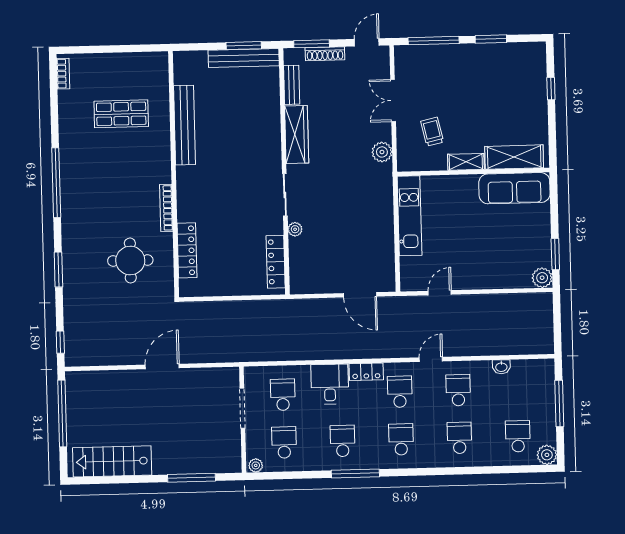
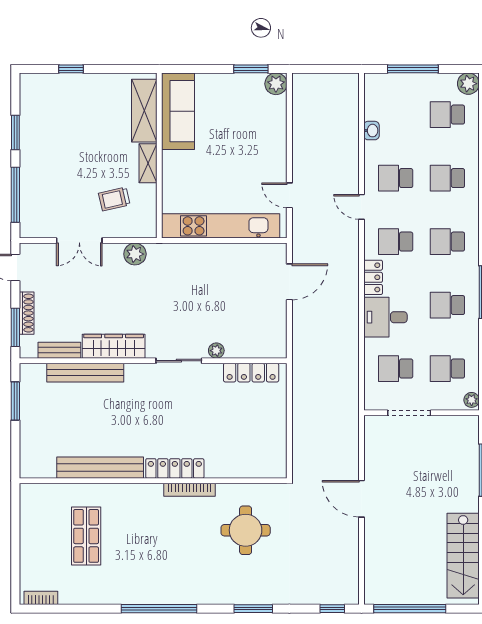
bench: (244, 58) -> (85, 373), moved, turned 90
kitchen unit: (409, 216) -> (221, 226), width x1.36
locker: (187, 250) -> (175, 468), moved

